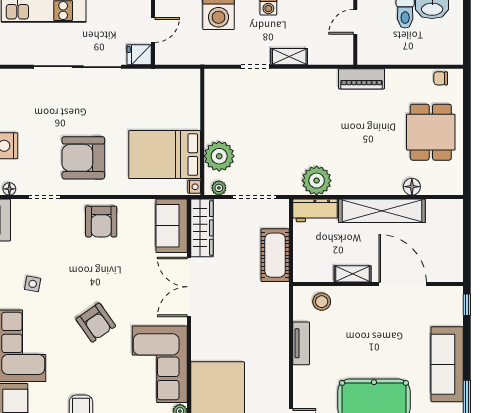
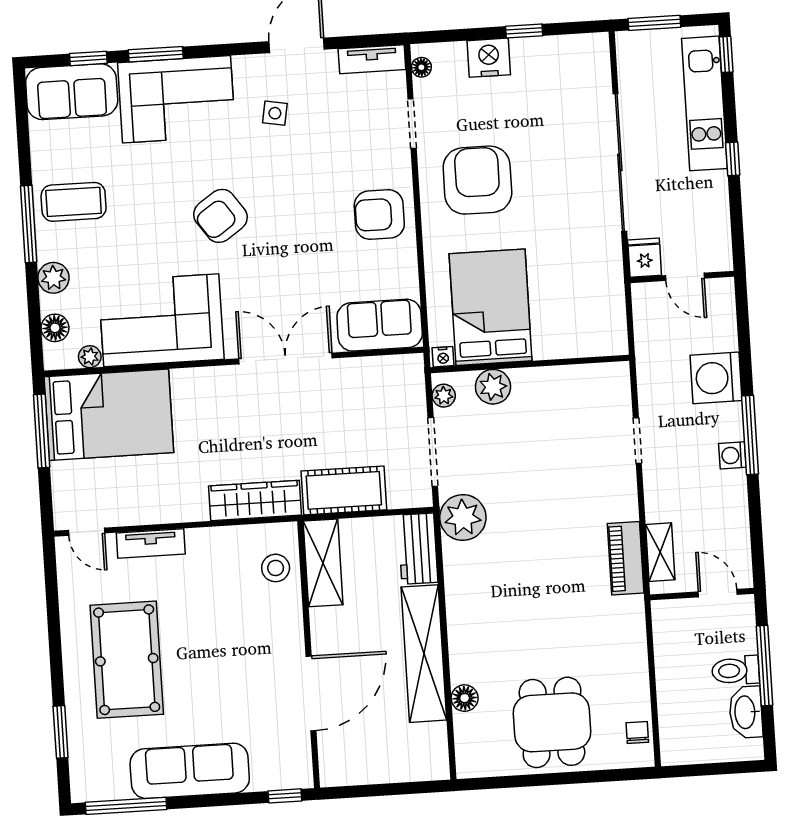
shelving: (289, 57) -> (660, 552), moved
piano: (362, 79) -> (626, 558), moved
dining table: (431, 132) -> (552, 722), turned 90
plant: (219, 156) -> (493, 387), width x0.73, depth x0.73
plant: (317, 181) -> (463, 518), moved
wardrobe: (202, 228) -> (255, 500), moved, turned 180
shelving: (353, 274) -> (323, 563), moved, width x1.50, depth x1.33
tv unit: (301, 343) -> (151, 543), moved

